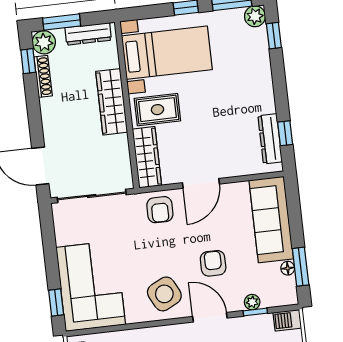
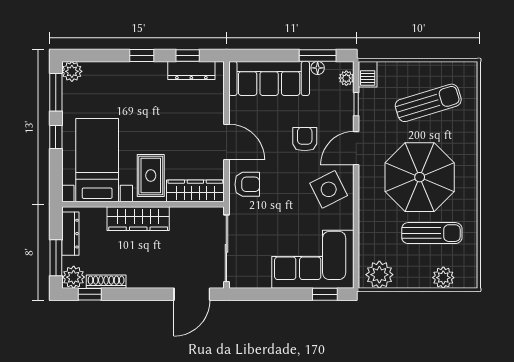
window: (274, 36) -> (142, 55), moved
armchair: (213, 263) -> (305, 139), turned 90
plant: (252, 302) -> (346, 78), moved

